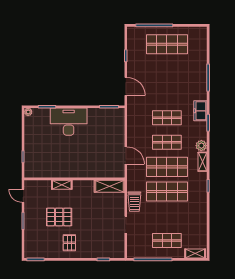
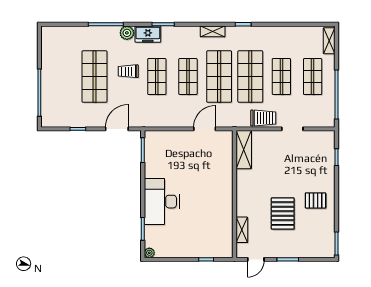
shop shelf: (167, 44) -> (94, 77), moved
trolley: (171, 95) -> (128, 71), added
plant: (201, 146) -> (127, 33), moved
shelving: (62, 185) -> (242, 230), moved
shop shelf: (167, 216) -> (281, 77), added

